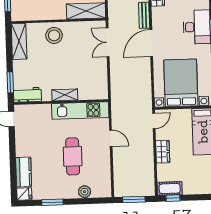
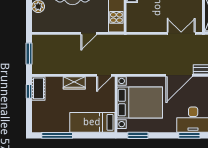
door: (151, 43) -> (179, 75), swing flipped
door: (154, 121) -> (104, 75), hinge flipped

